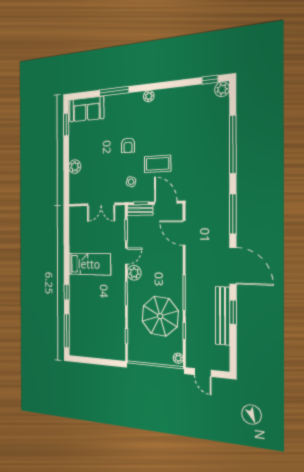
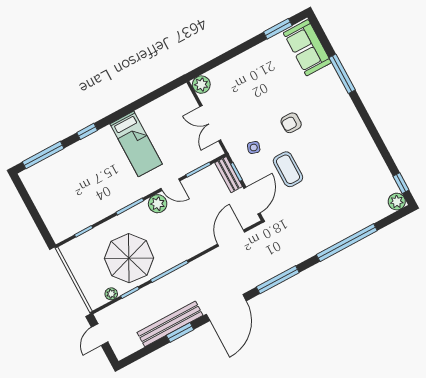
plant: (149, 96) -> (355, 120), removed
plant: (75, 167) -> (201, 85), moved
plant: (178, 358) -> (111, 294), moved

